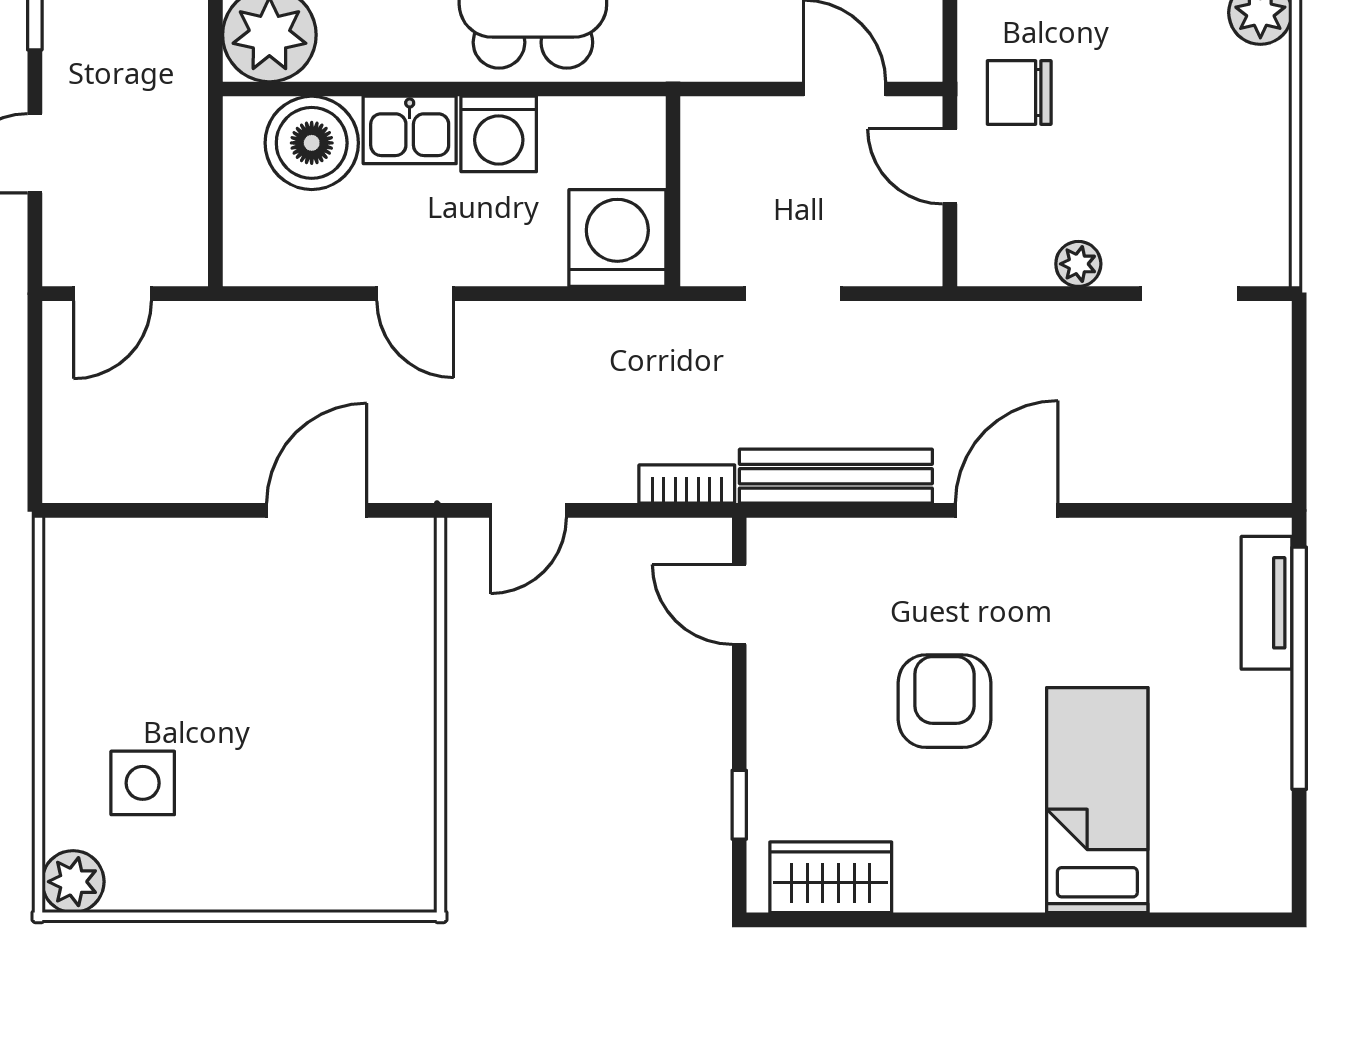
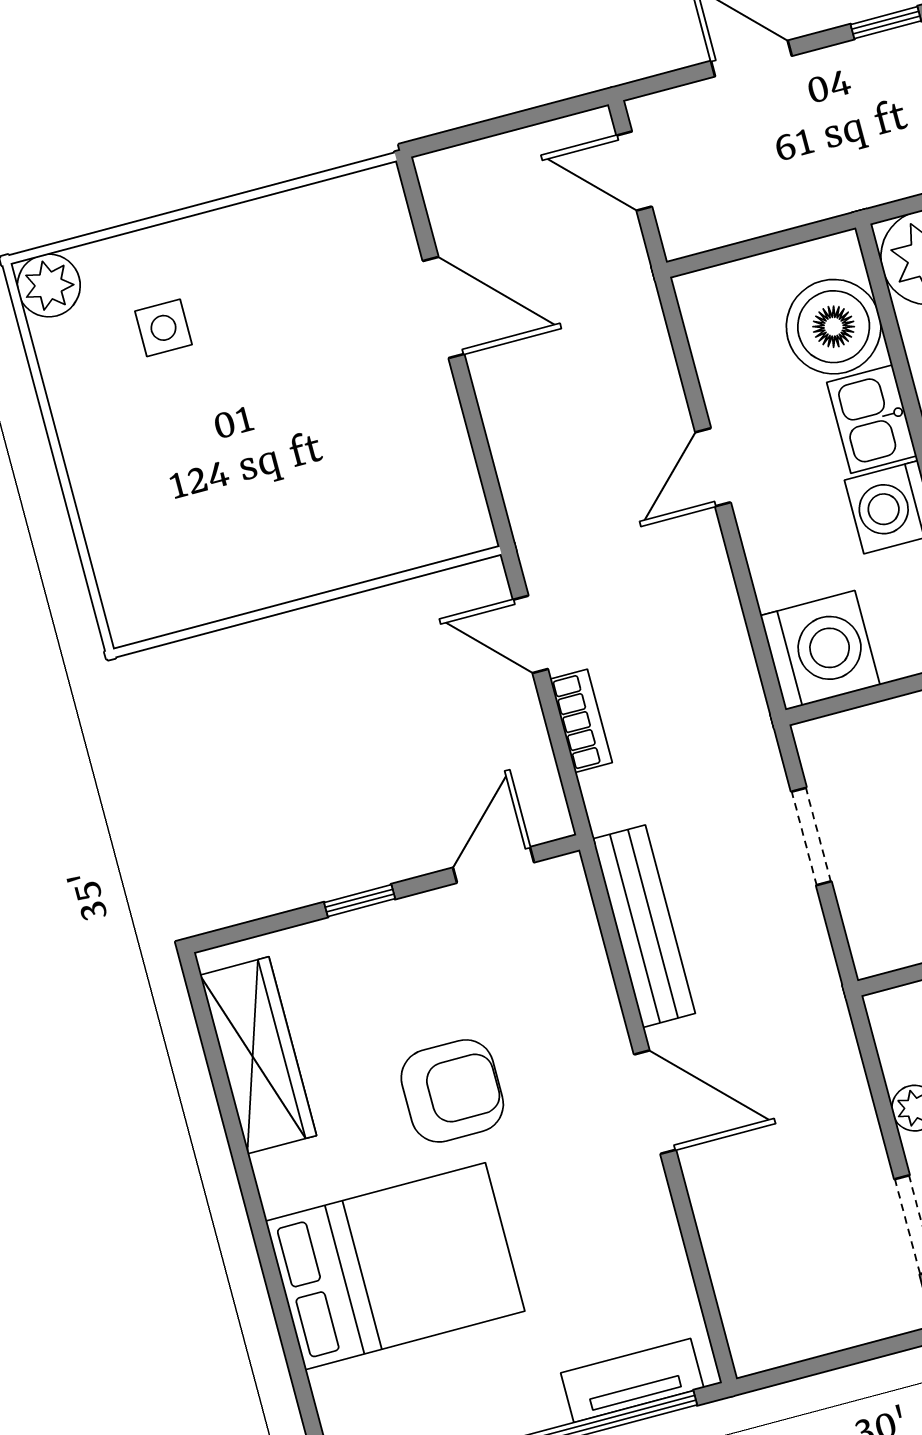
bookcase: (687, 484) -> (581, 721), moved
door: (317, 510) -> (443, 308), moved
side table: (143, 783) -> (164, 328), width x0.73, depth x0.73
bed: (1097, 800) -> (395, 1266), width x1.50
window: (739, 805) -> (360, 901), moved
wardrobe: (831, 877) -> (258, 1055), width x1.50

